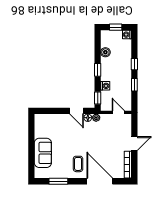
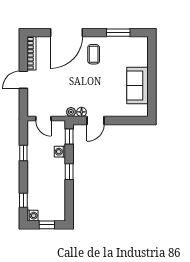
boiler: (105, 52) -> (60, 194), removed
window: (134, 64) -> (23, 200), moved
door: (77, 111) -> (95, 120), swing flipped
sofa: (43, 153) -> (137, 86), moved
door: (100, 181) -> (66, 33), hinge flipped

